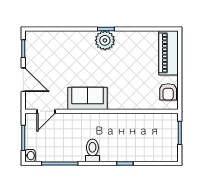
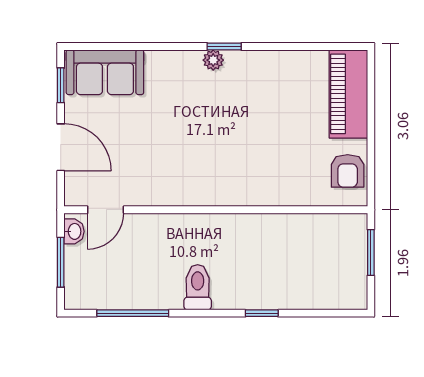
plant: (105, 40) -> (213, 60), width x0.53, depth x0.53
sofa: (88, 98) -> (105, 72), moved, turned 180
washbasin: (30, 156) -> (74, 231), moved

